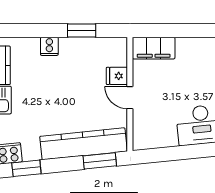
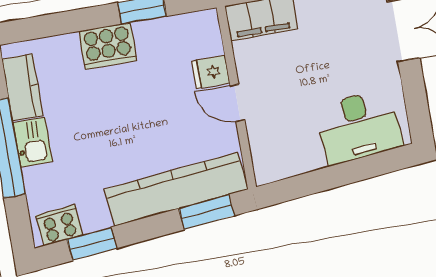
cooker: (49, 46) -> (108, 46), width x1.87, depth x1.31

